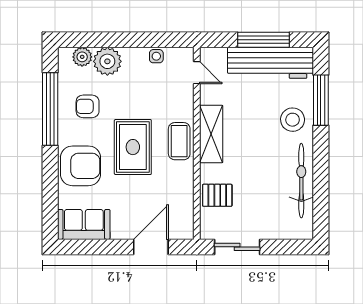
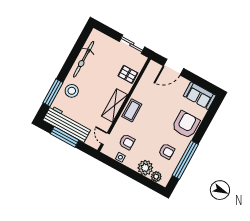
armchair: (159, 86) -> (127, 142), added
rug: (133, 147) -> (156, 120), removed
armchair: (80, 166) -> (186, 125), turned 90

